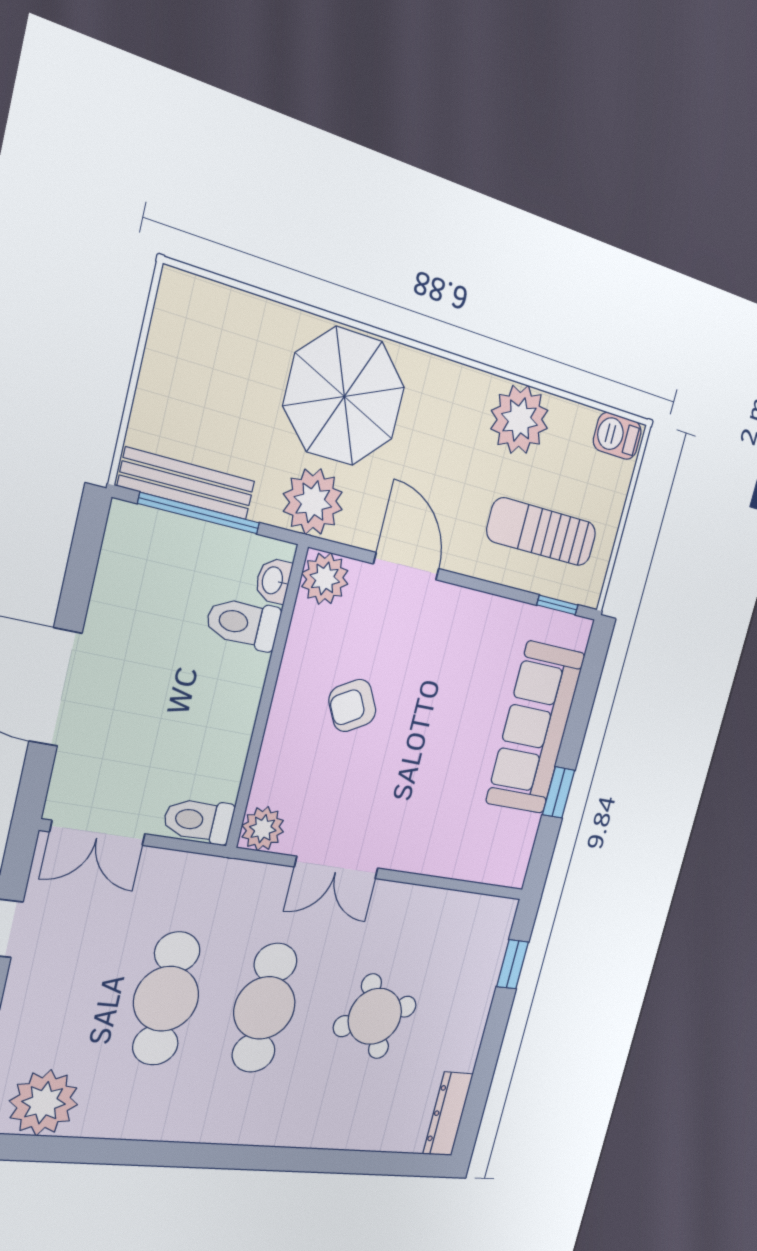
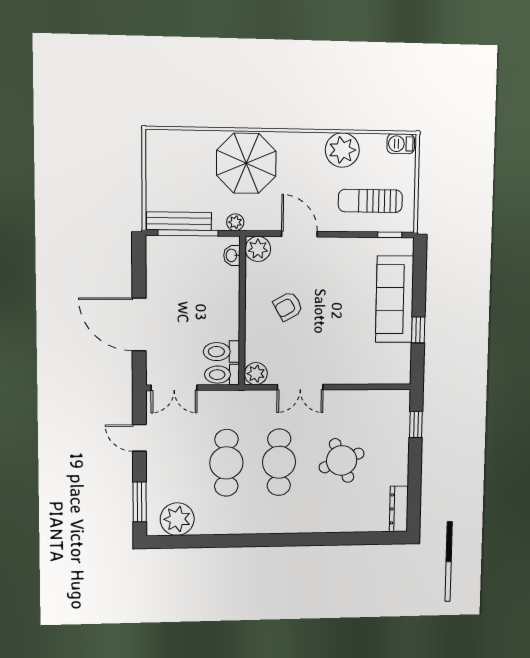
plant: (313, 502) -> (235, 222), width x0.53, depth x0.53
toilet: (243, 623) -> (221, 352), moved

